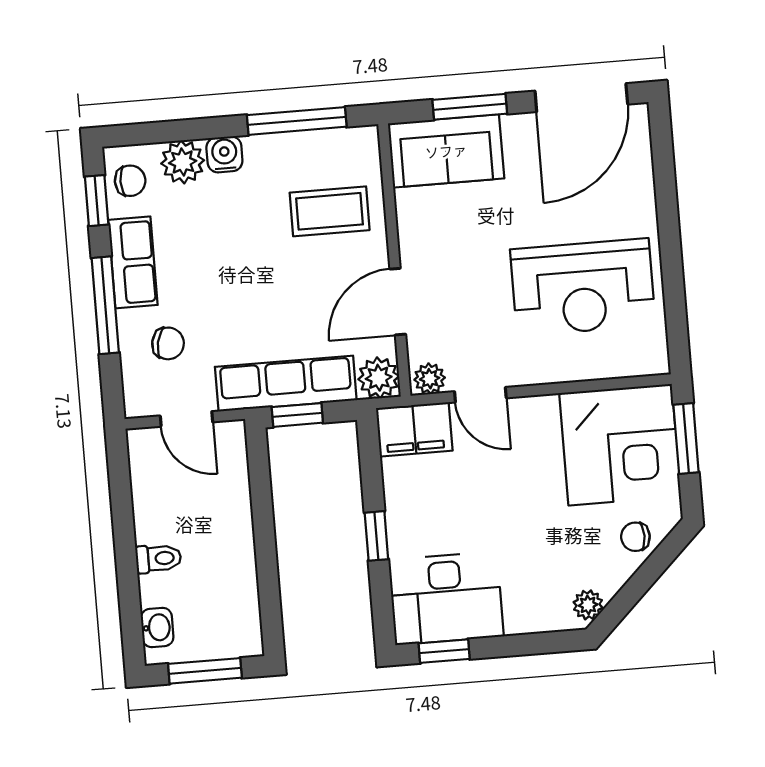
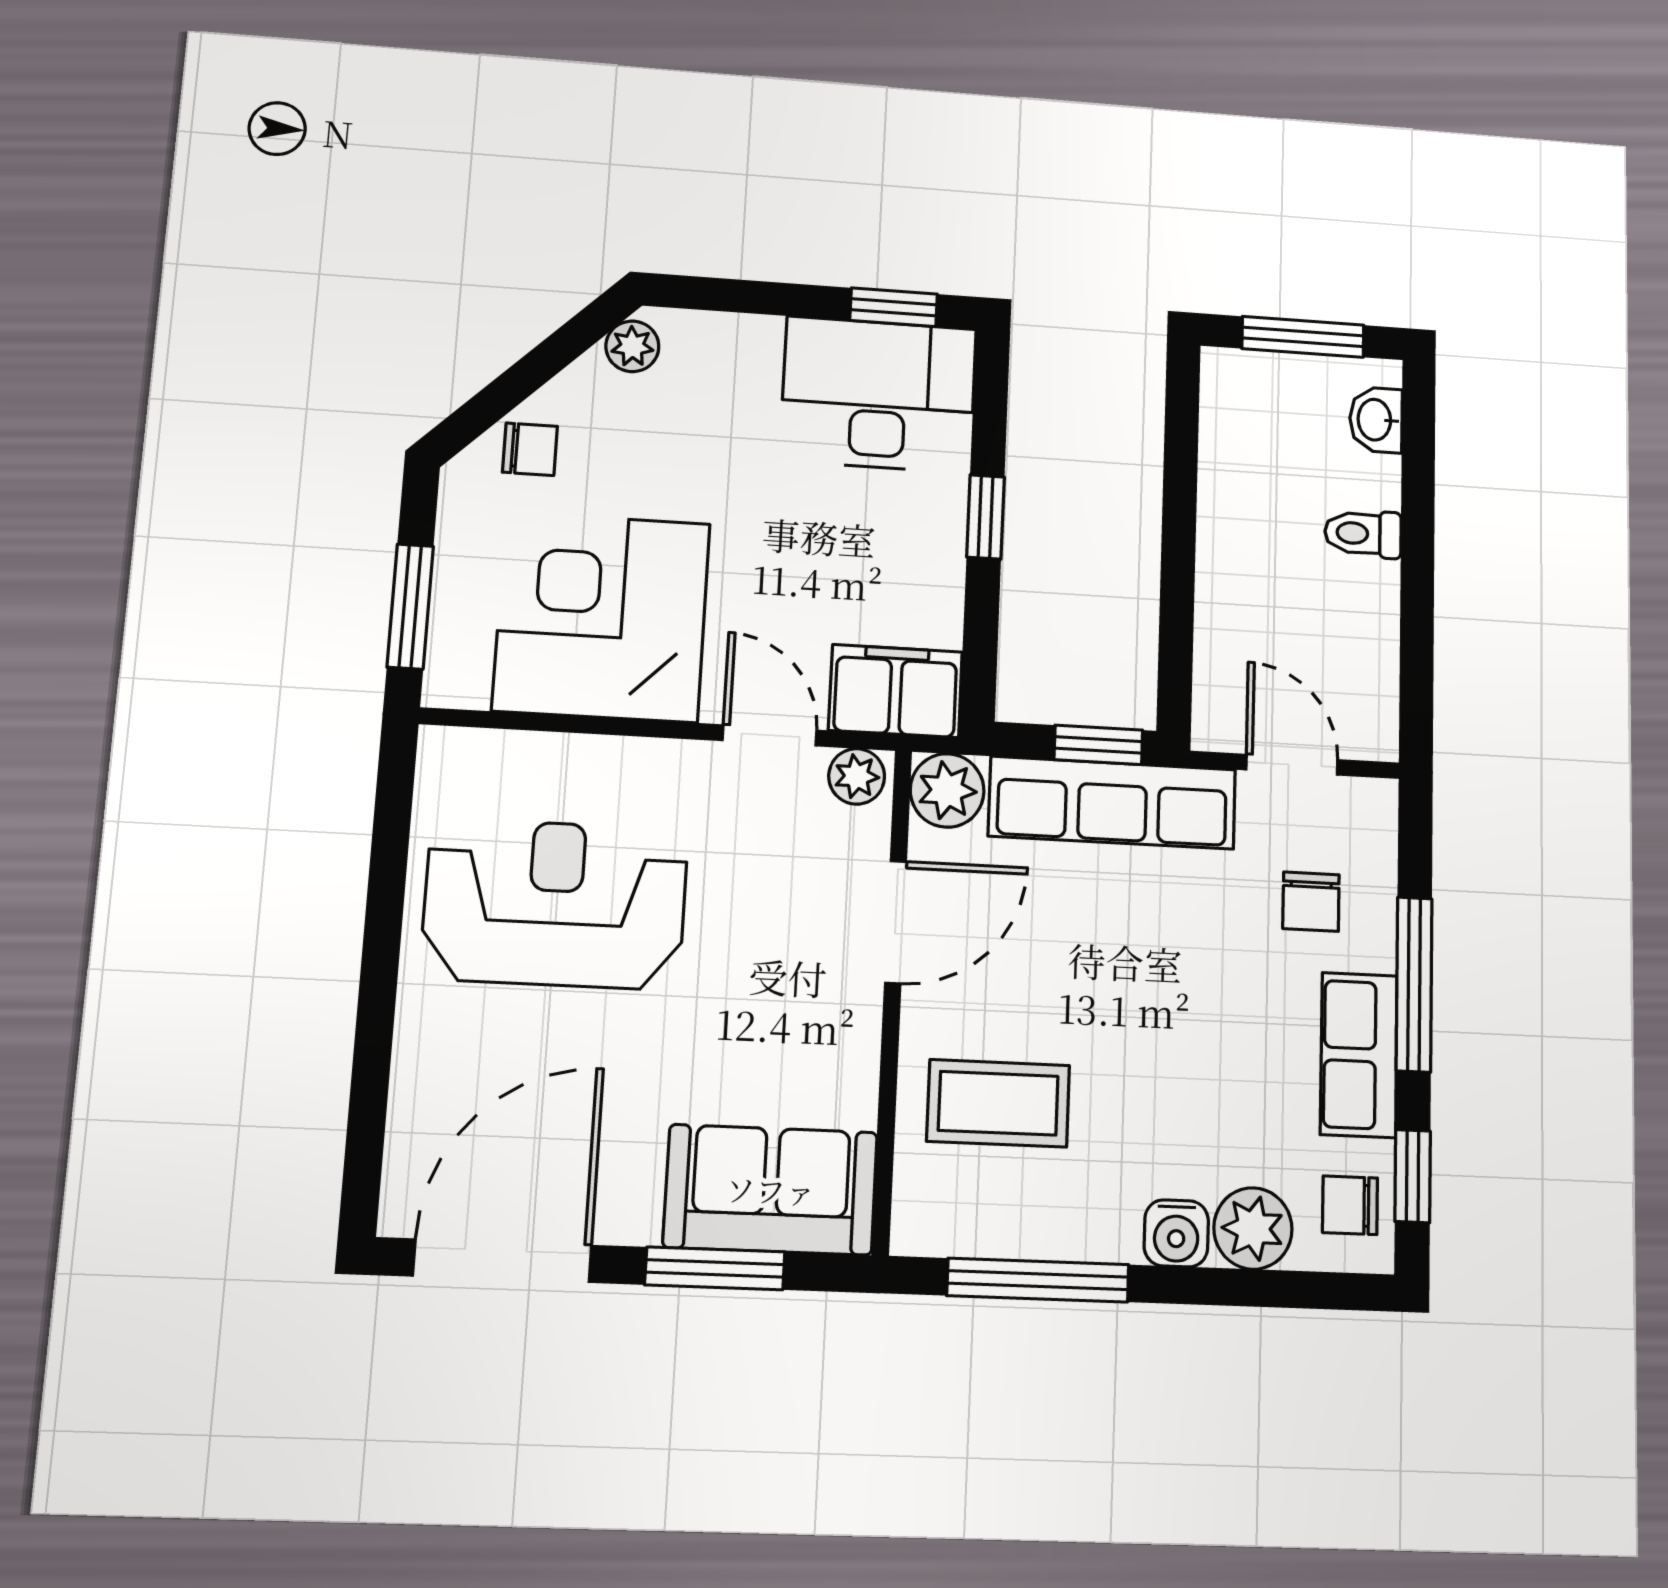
chair: (168, 343) -> (1311, 902), turned -102
corner desk: (620, 445) -> (602, 617), moved

